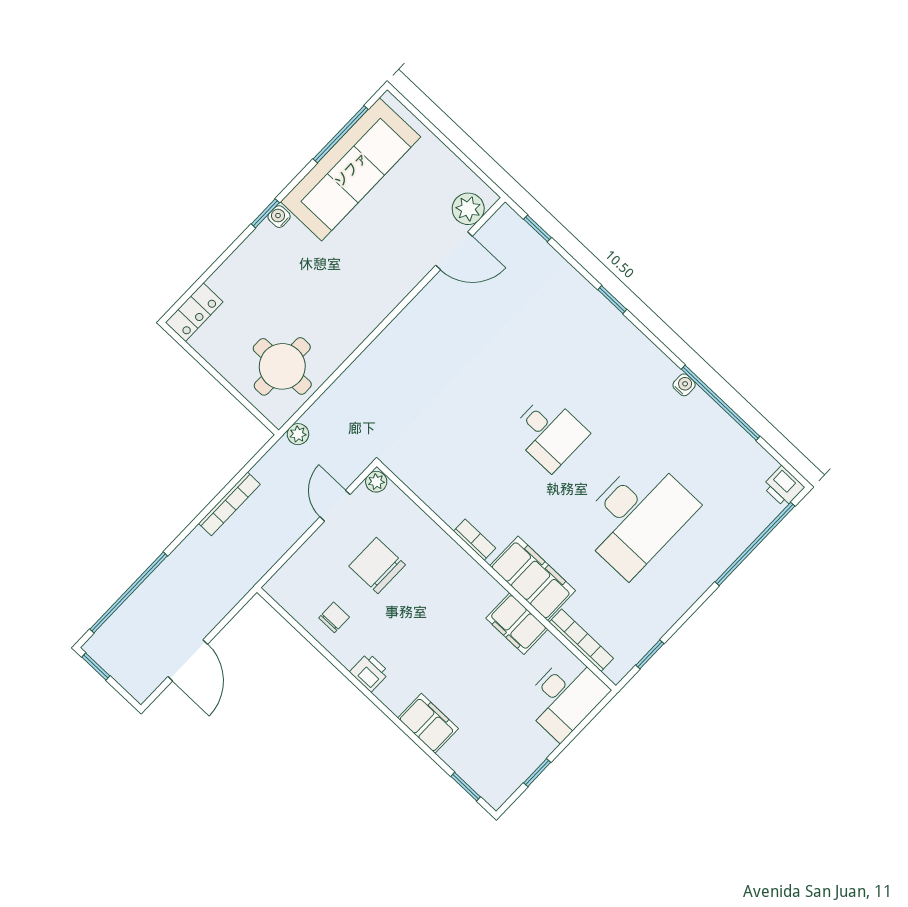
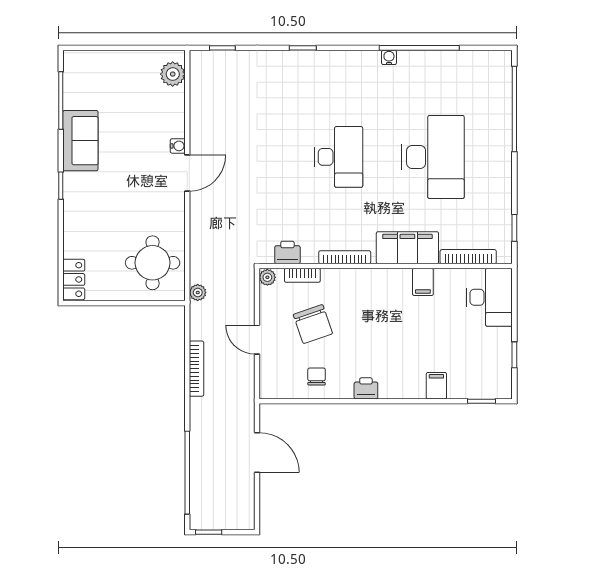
sofa: (351, 169) -> (80, 141), width x0.54, depth x0.79
water cooler: (279, 217) -> (178, 146), moved, turned 180
door: (454, 251) -> (187, 173), moved
desk: (549, 433) -> (339, 157), width x1.37
printer: (783, 487) -> (287, 252), moved, turned 180
door: (335, 506) -> (257, 340), moved
bookcase: (410, 511) -> (302, 275), added
bookcase: (475, 540) -> (345, 257), width x1.56
chair: (377, 565) -> (313, 324), turned -109
filing cabinet: (517, 624) -> (423, 282), width x0.50
door: (188, 660) -> (257, 453), moved
filing cabinet: (428, 723) -> (436, 386), width x0.50

